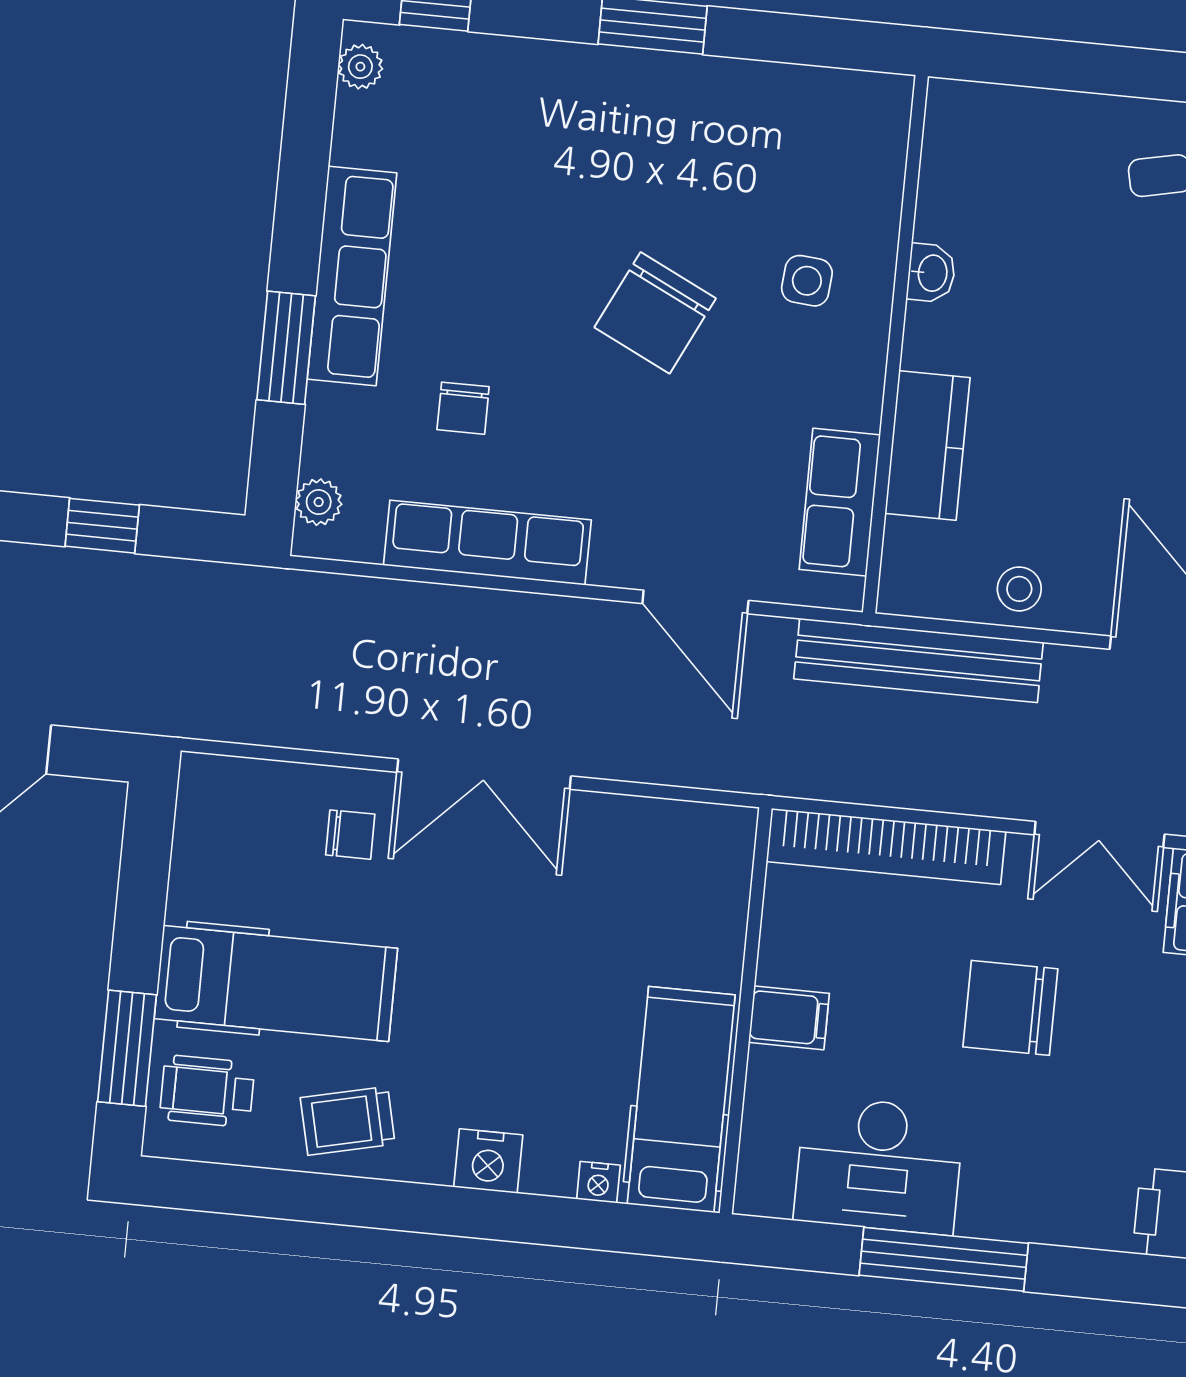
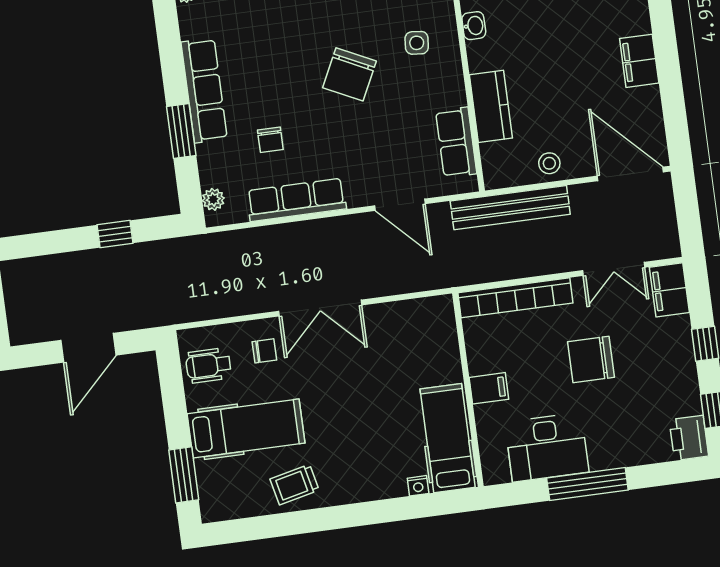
wheelchair: (207, 1091) -> (208, 365), moved
nightstand: (488, 1161) -> (364, 488), removed

